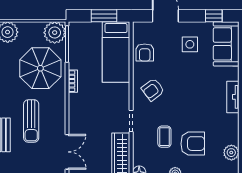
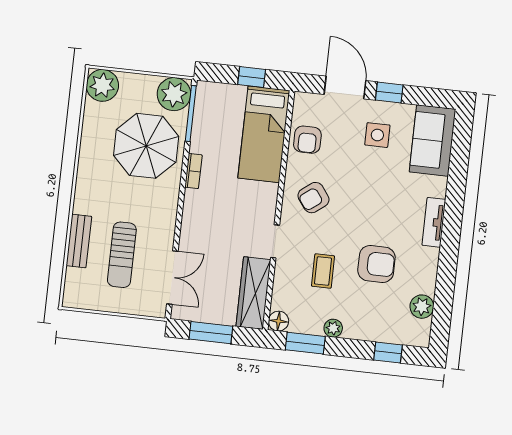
window: (104, 16) -> (252, 77), width x0.67
window: (214, 16) -> (389, 92), moved
sun lounger: (31, 121) -> (122, 255), moved
armchair: (193, 144) -> (376, 264), moved

